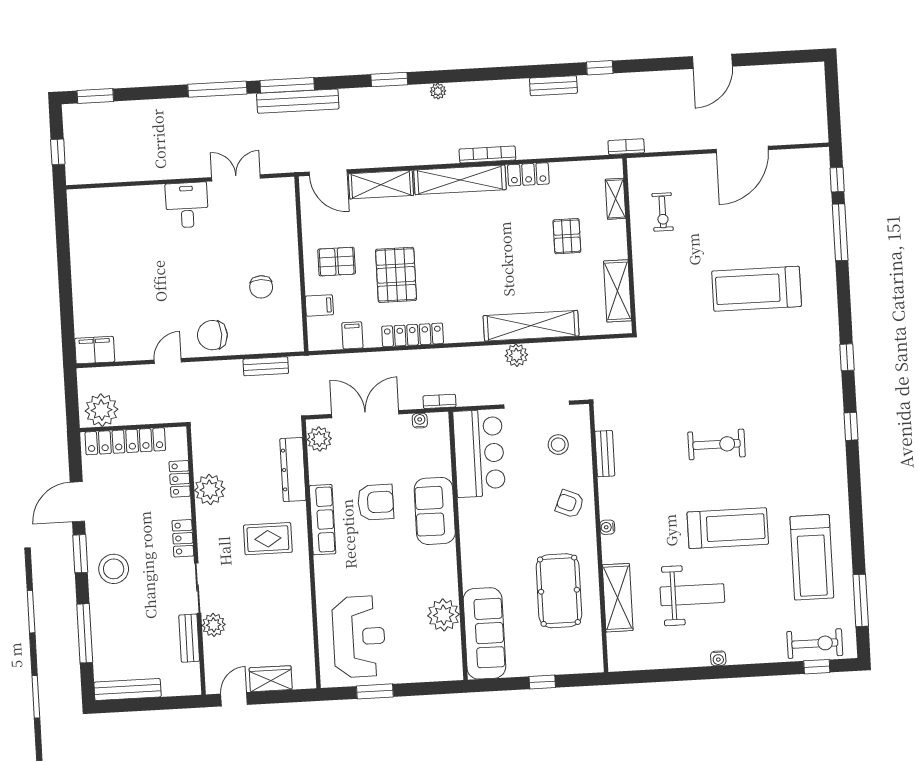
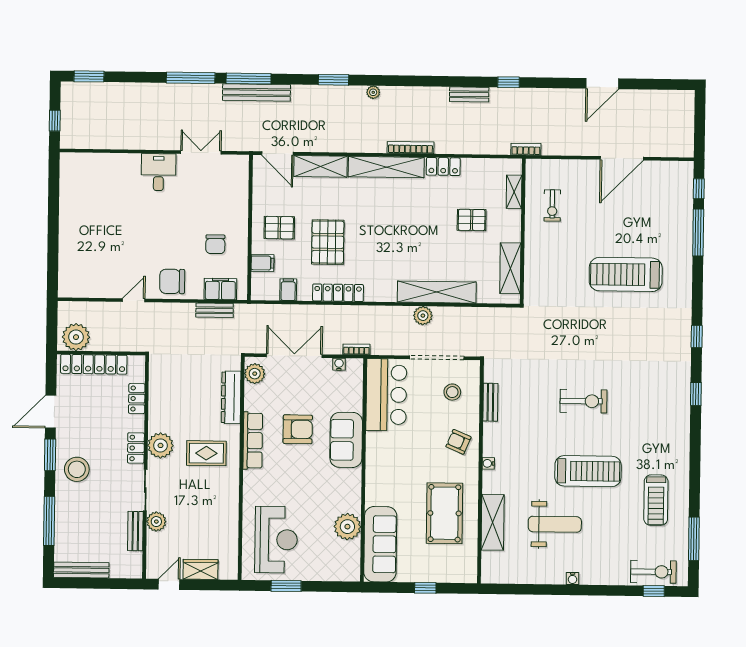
pallet: (567, 236) -> (472, 220), turned 90
filing cabinet: (95, 350) -> (220, 289), moved
plant: (210, 490) -> (160, 445), moved
treadmill: (812, 557) -> (656, 500), width x0.73, depth x0.73

